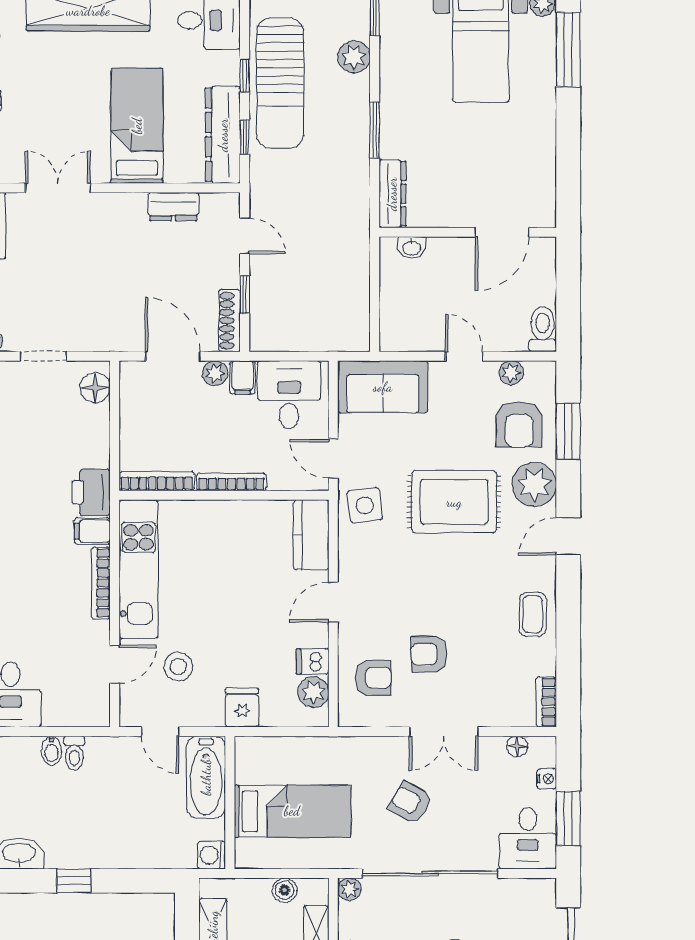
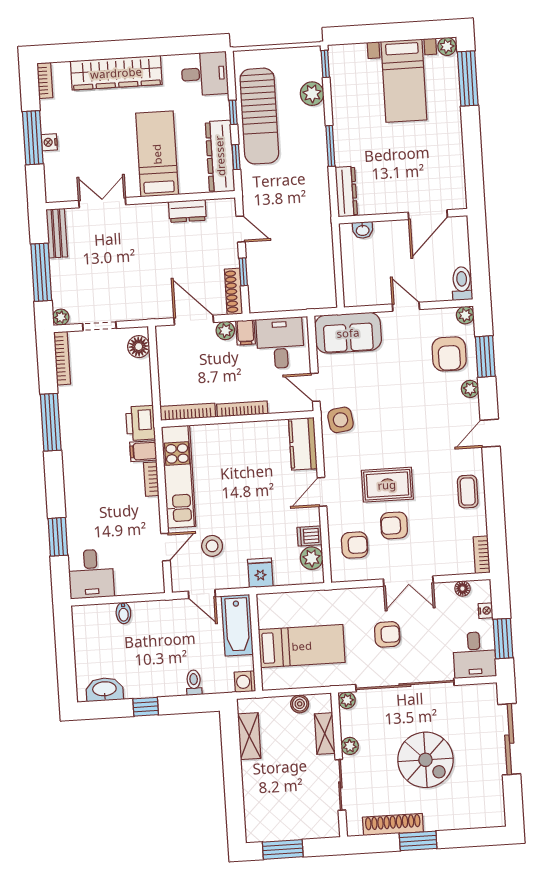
plant: (511, 373) -> (465, 315), moved
plant: (534, 484) -> (470, 389), width x0.53, depth x0.53
rug: (454, 502) -> (387, 485), moved, width x0.73, depth x0.70
bookcase: (101, 583) -> (151, 479), width x0.64
toilet: (74, 753) -> (194, 683), moved, turned 180
armchair: (410, 803) -> (387, 634), turned 151

